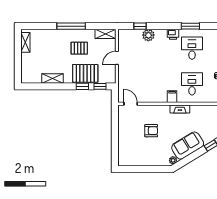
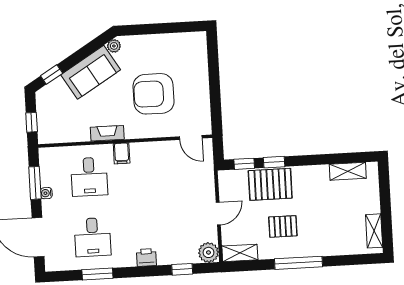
printer: (173, 34) -> (146, 257), moved
plant: (148, 35) -> (209, 252), moved
shelving: (52, 79) -> (348, 171), moved
armchair: (151, 131) -> (154, 94), width x1.88, depth x1.88

